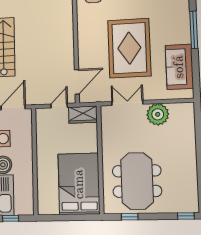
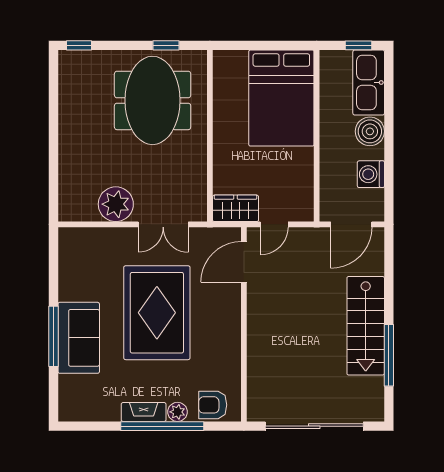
sofa: (179, 67) -> (79, 338), moved
bed: (79, 184) -> (281, 98), moved

